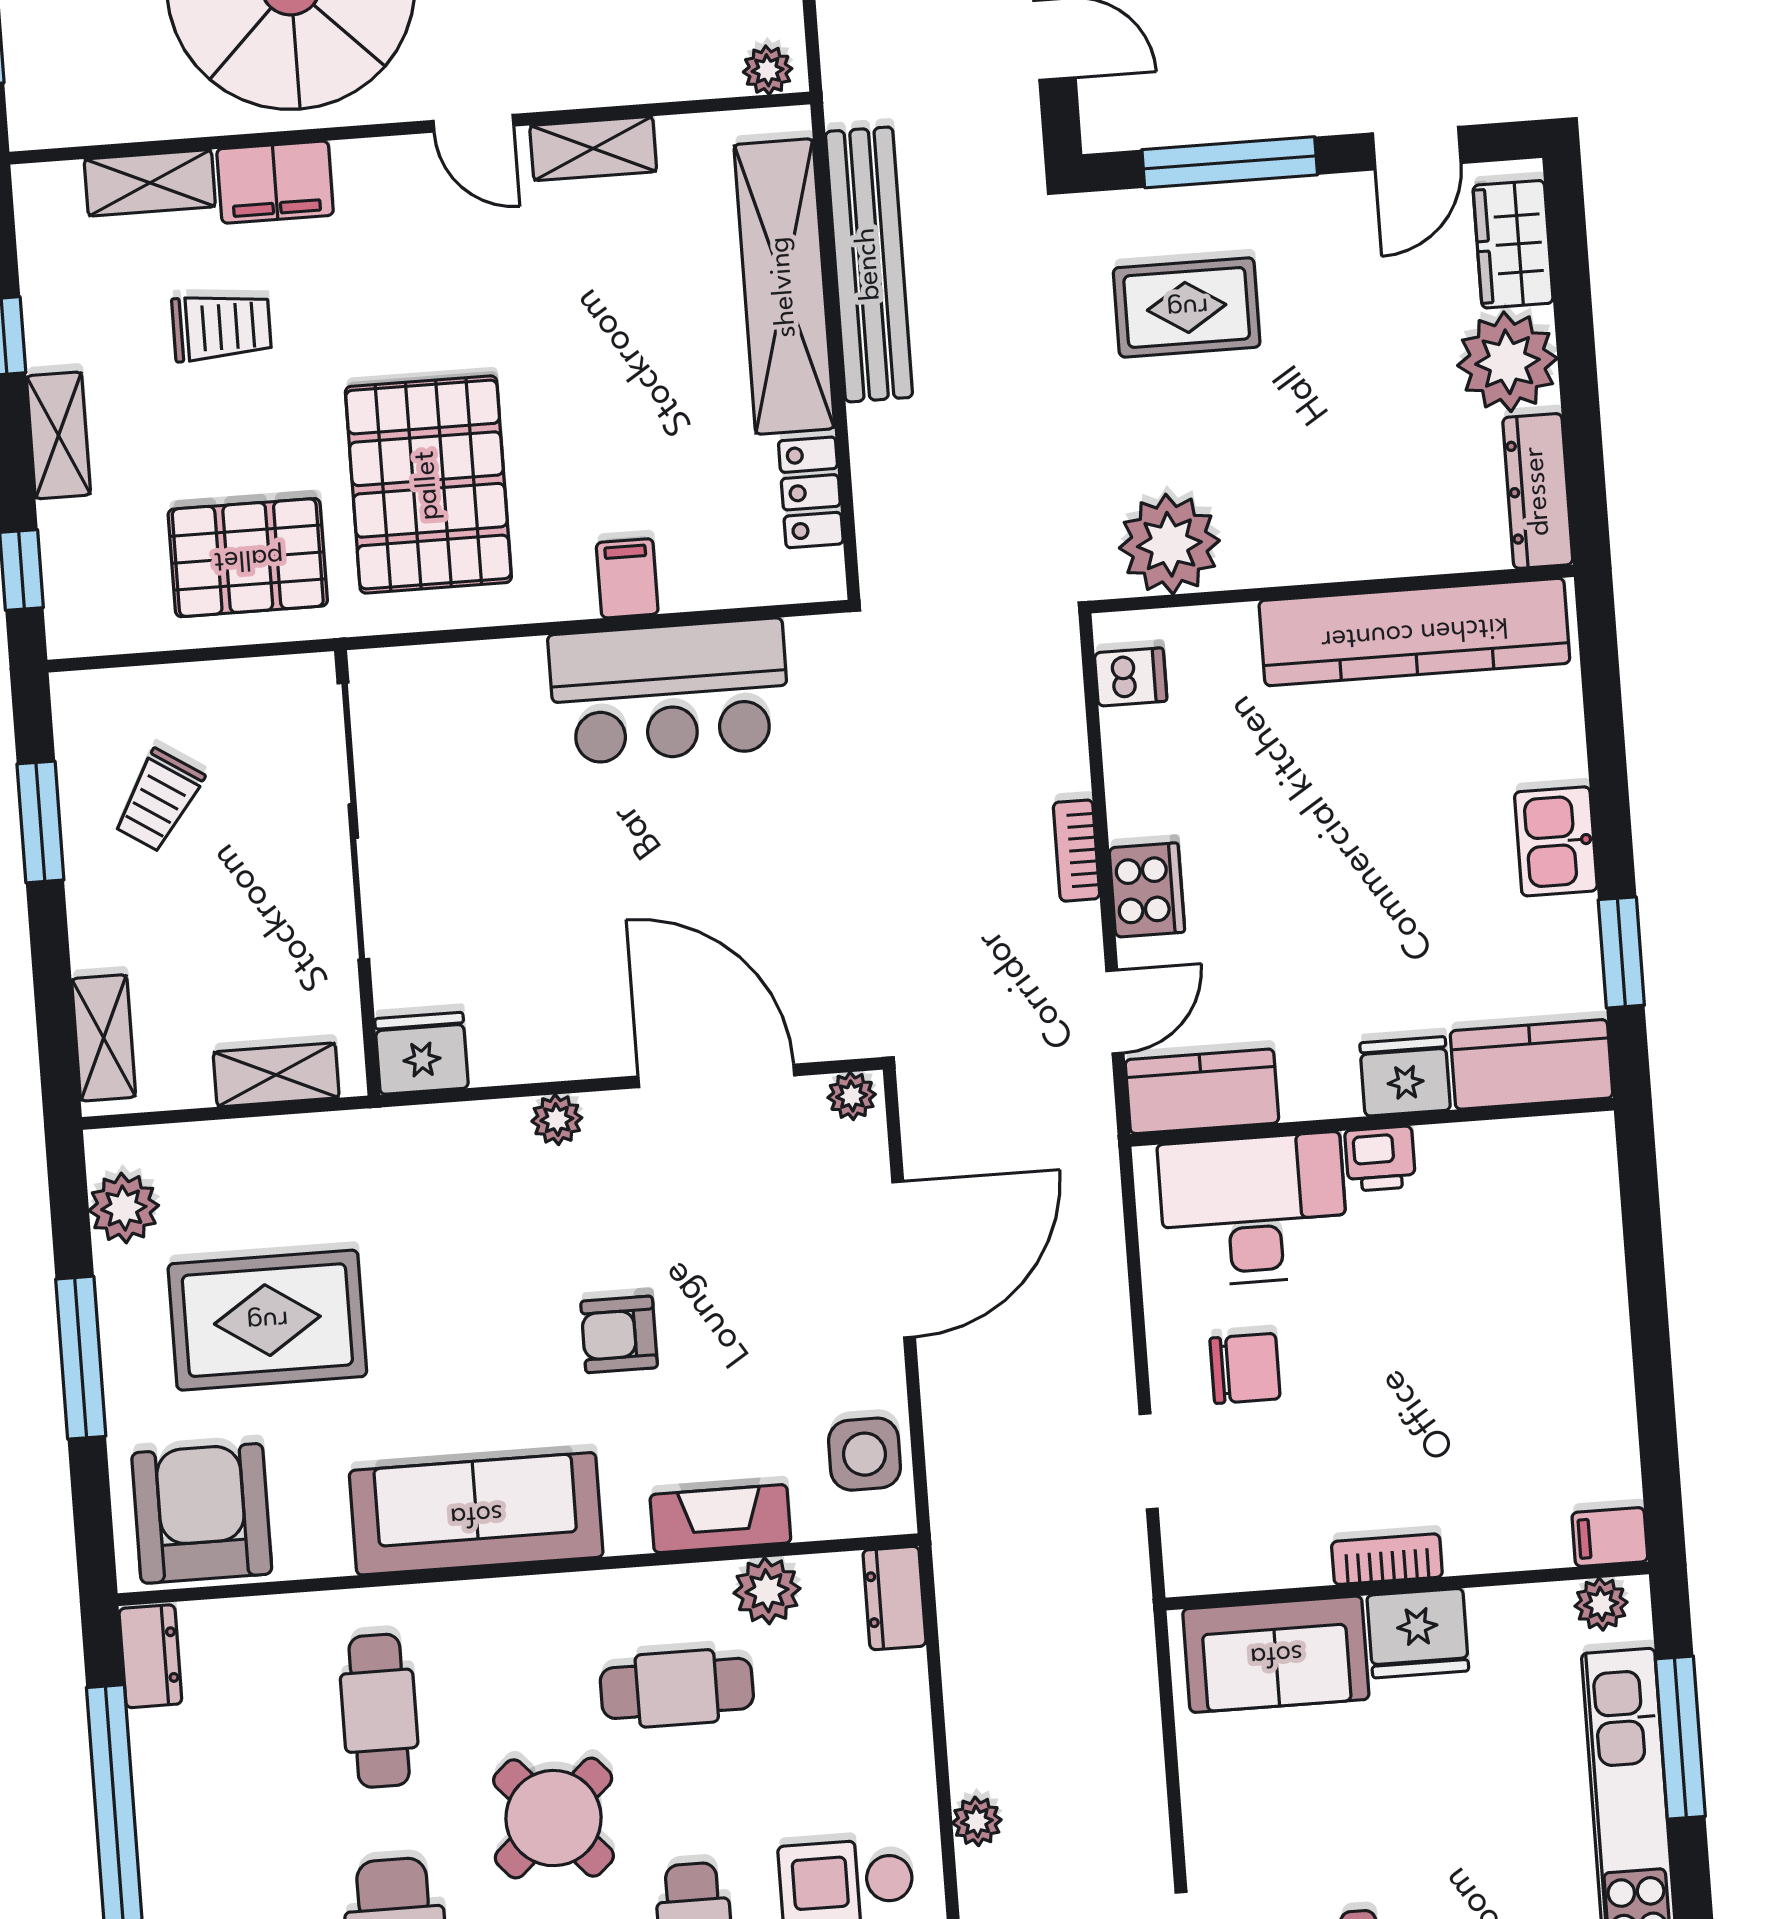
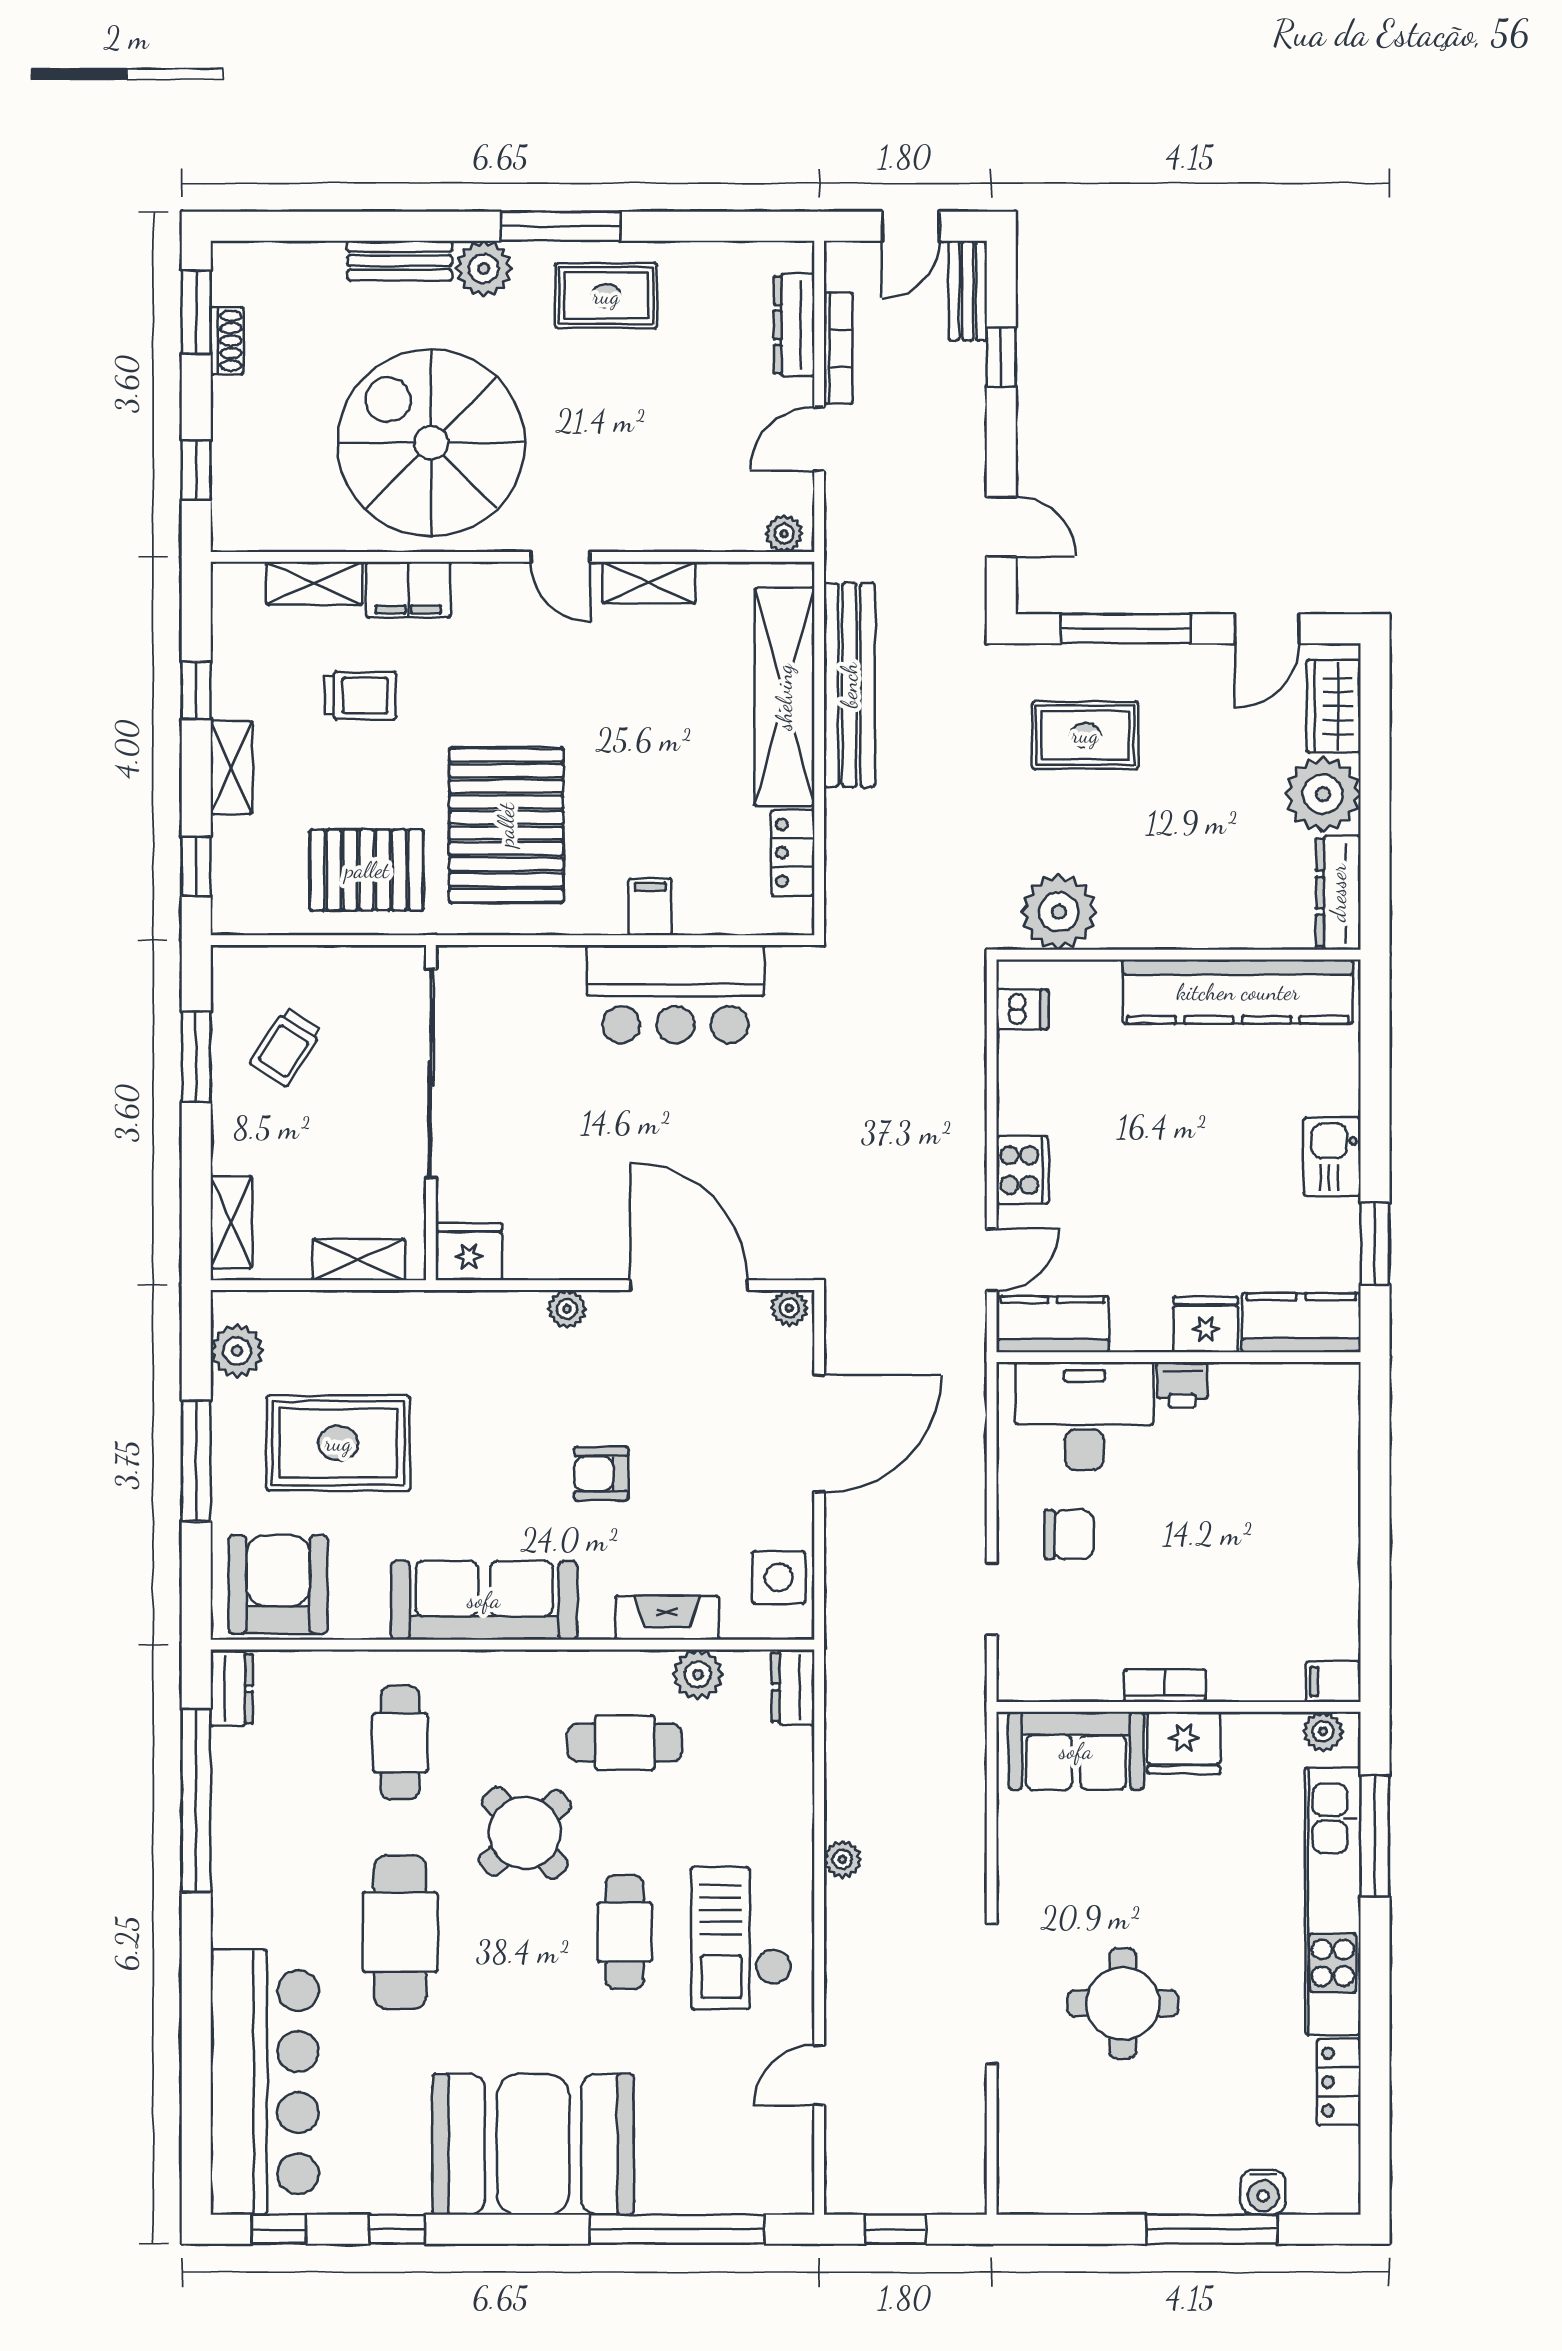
bookcase: (1076, 851) -> (972, 1136), removed

